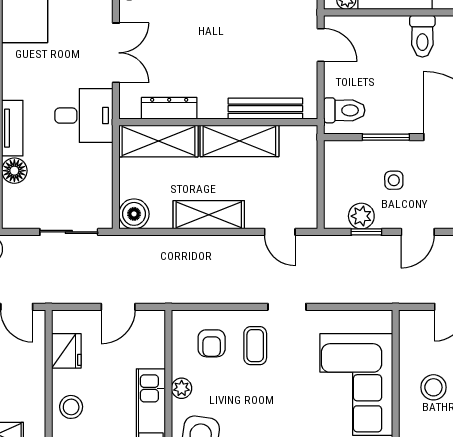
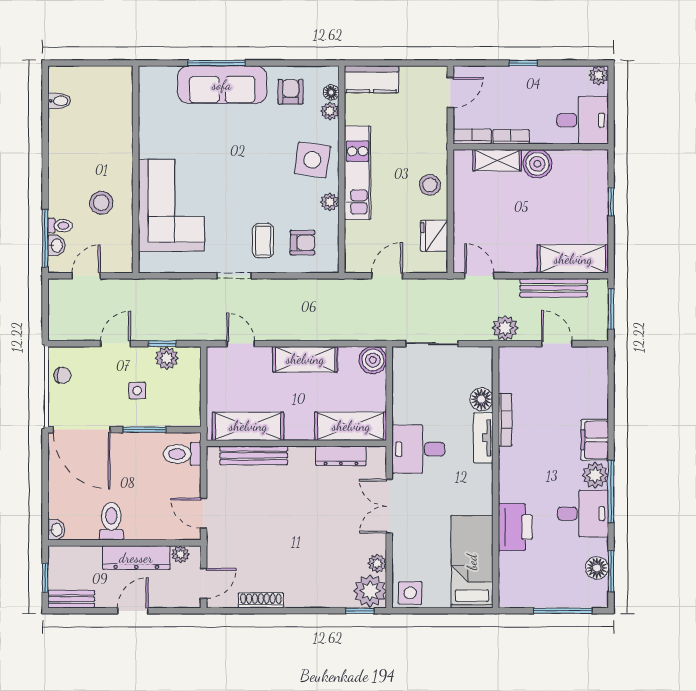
shelving: (239, 141) -> (248, 426), moved
armchair: (212, 343) -> (302, 243), turned 90

